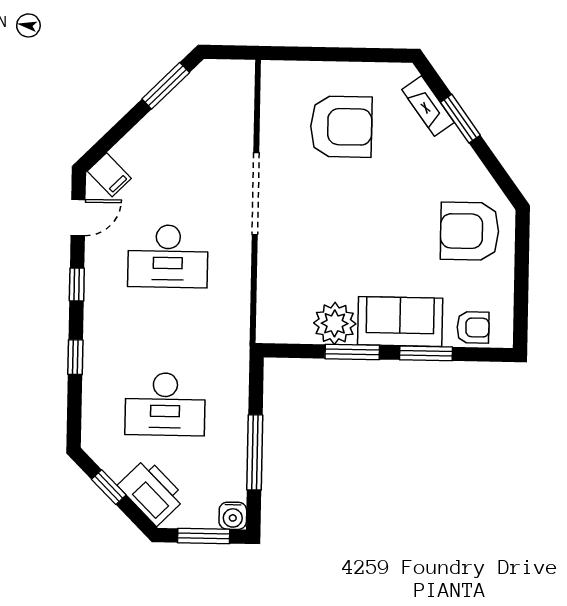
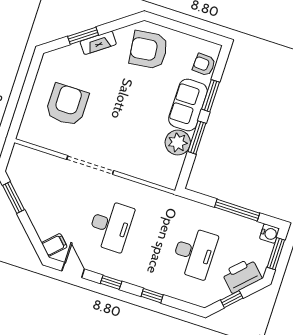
fireplace: (428, 106) -> (98, 43), moved
armchair: (470, 231) -> (149, 50), turned 83
armchair: (473, 327) -> (204, 65), turned -87

